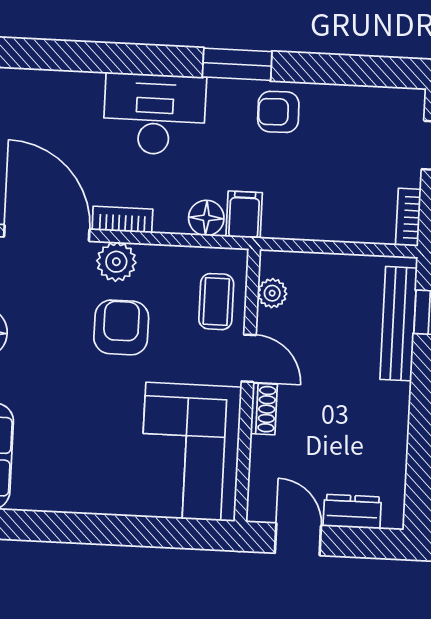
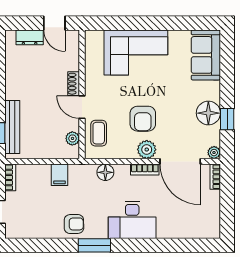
filing cabinet: (244, 215) -> (59, 175), moved
corner sofa: (190, 452) -> (136, 53), moved, turned 90

